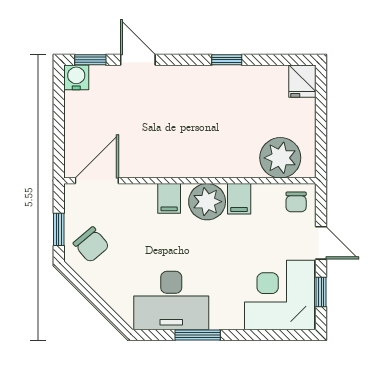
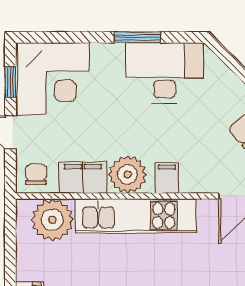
kitchen unit: (199, 162) -> (136, 216), added
filing cabinet: (239, 199) -> (83, 178), width x2.00

